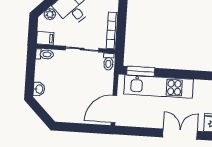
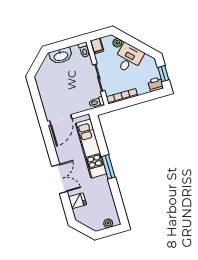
window: (141, 71) -> (108, 167), moved
washbasin: (39, 89) -> (61, 56), width x1.91, depth x1.45
door: (114, 109) -> (61, 120), swing flipped

